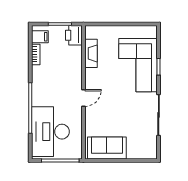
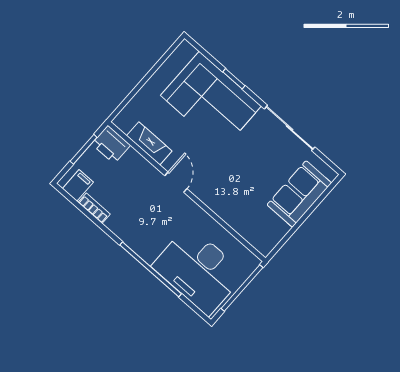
door: (83, 98) -> (176, 182), moved
sofa: (107, 148) -> (299, 194), moved

